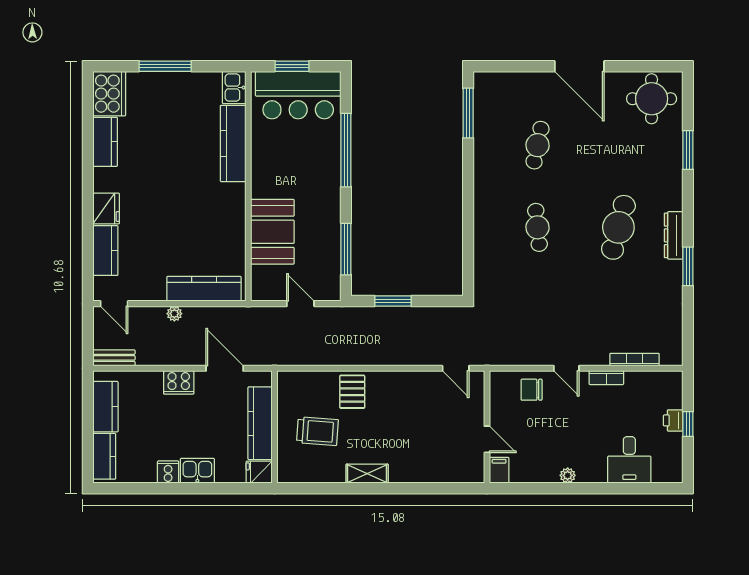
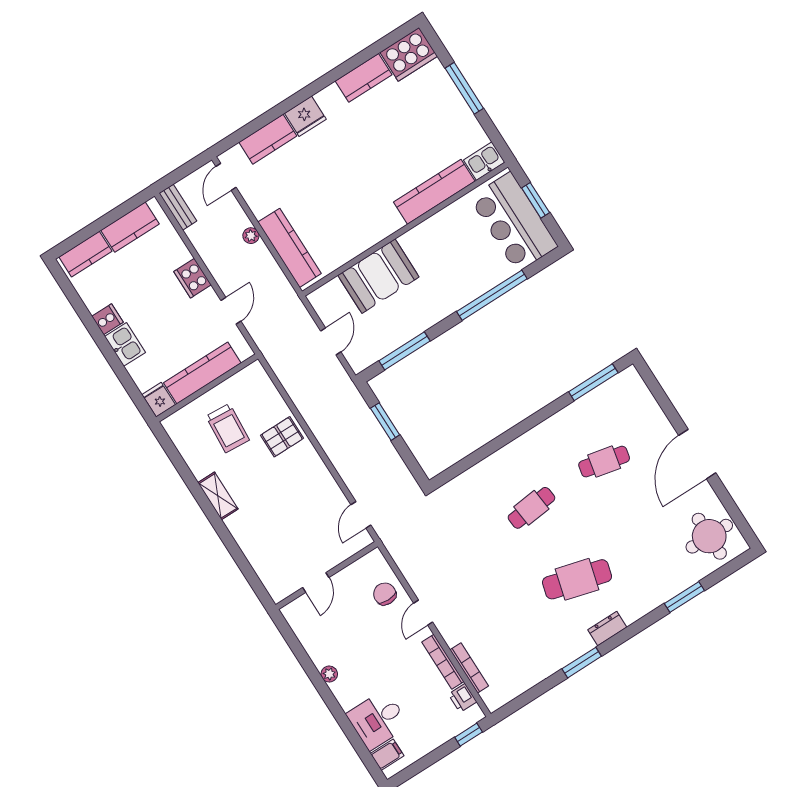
dresser: (674, 235) -> (607, 628), width x0.70
door: (225, 368) -> (231, 311), width x0.73
bookcase: (606, 378) -> (443, 662), width x1.56
printer: (673, 420) -> (463, 698), moved, turned -90
window: (688, 424) -> (469, 735), moved
filing cabinet: (499, 470) -> (387, 755), moved

